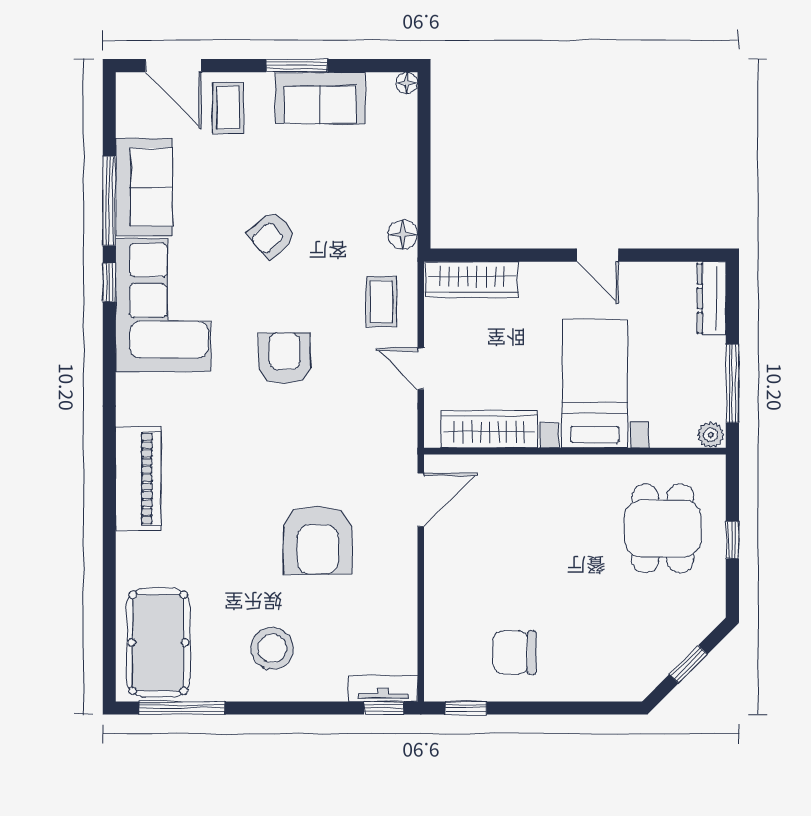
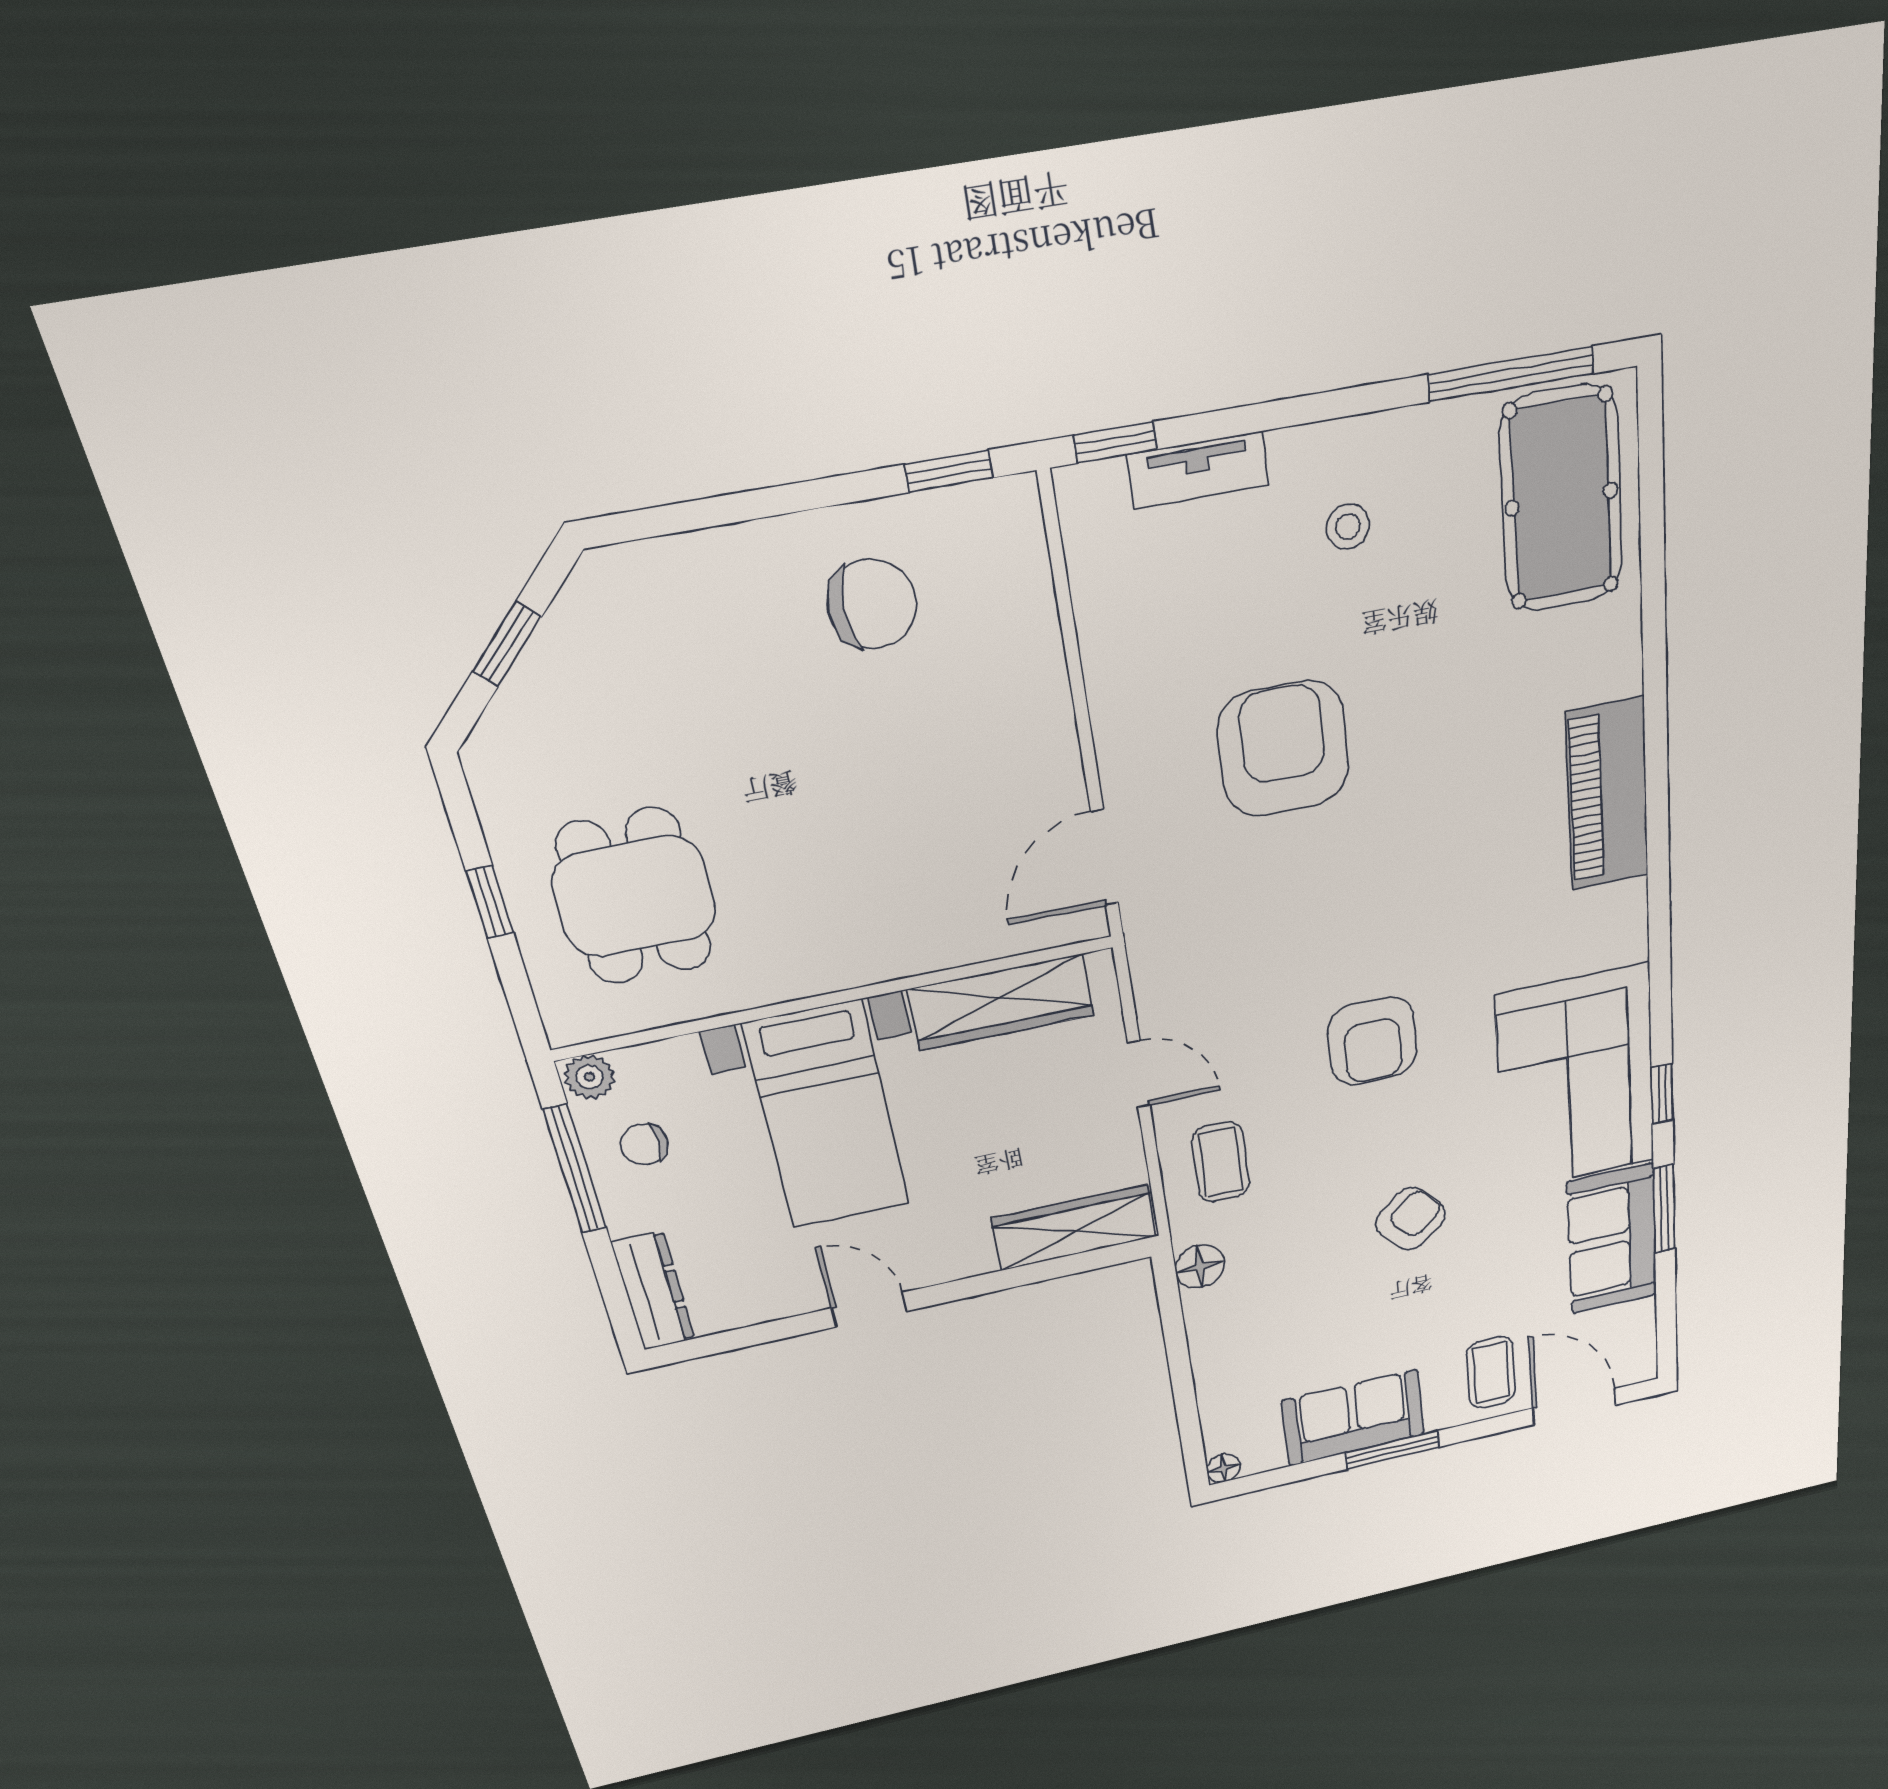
window: (109, 201) -> (1664, 1209), width x0.69
chair: (693, 389) -> (644, 1144), added
stool: (272, 648) -> (1348, 527), width x0.53, depth x0.53
tv unit: (383, 688) -> (1198, 470), moved

